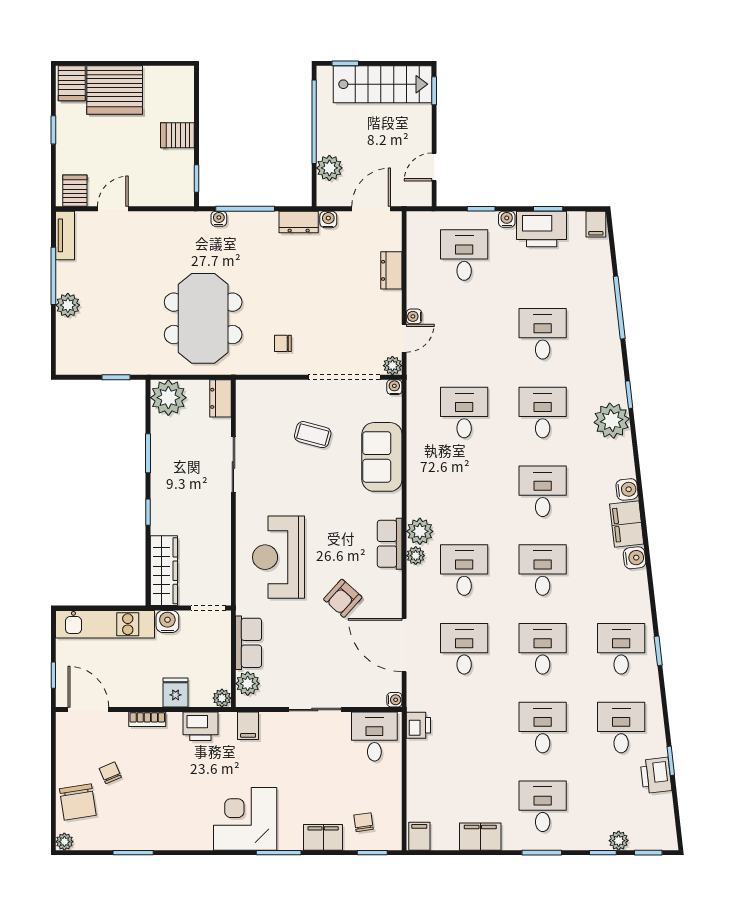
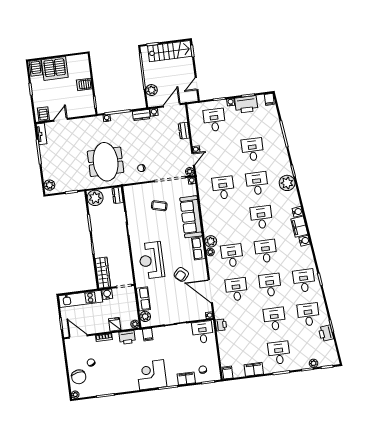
plant: (68, 305) -> (49, 185), moved
sofa: (382, 457) -> (191, 217), width x1.36

